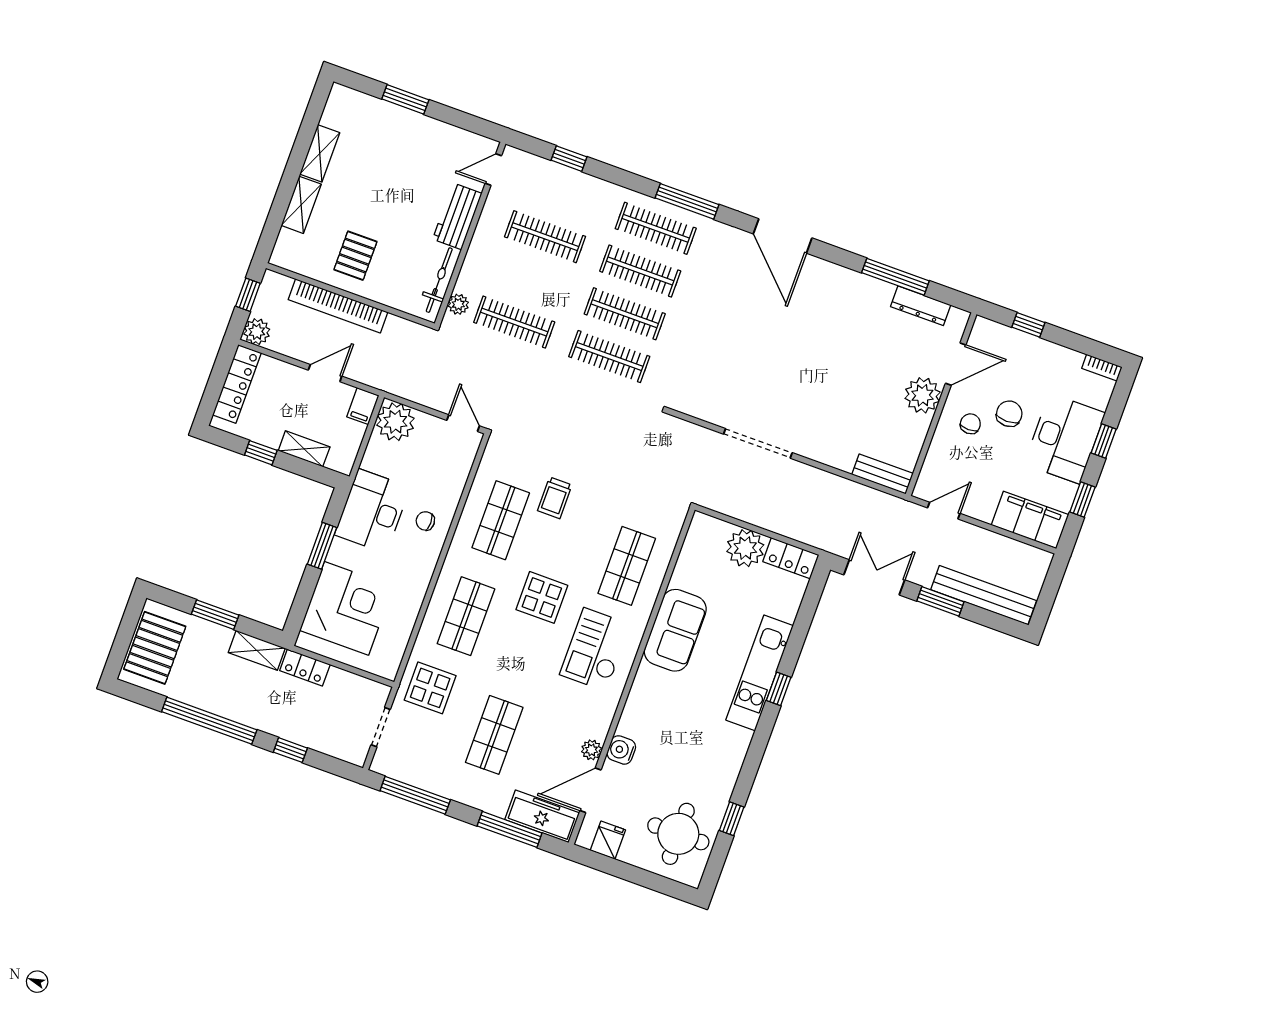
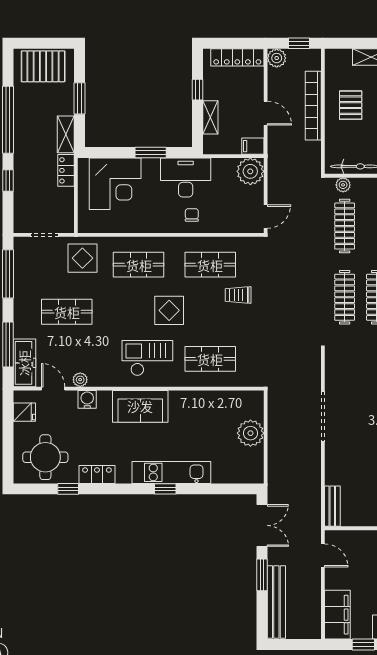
pallet: (355, 256) -> (351, 105), turned 90
locker: (791, 558) -> (97, 474), moved, turned 90
sofa: (675, 630) -> (140, 406), moved
door: (590, 790) -> (53, 389), width x0.73

